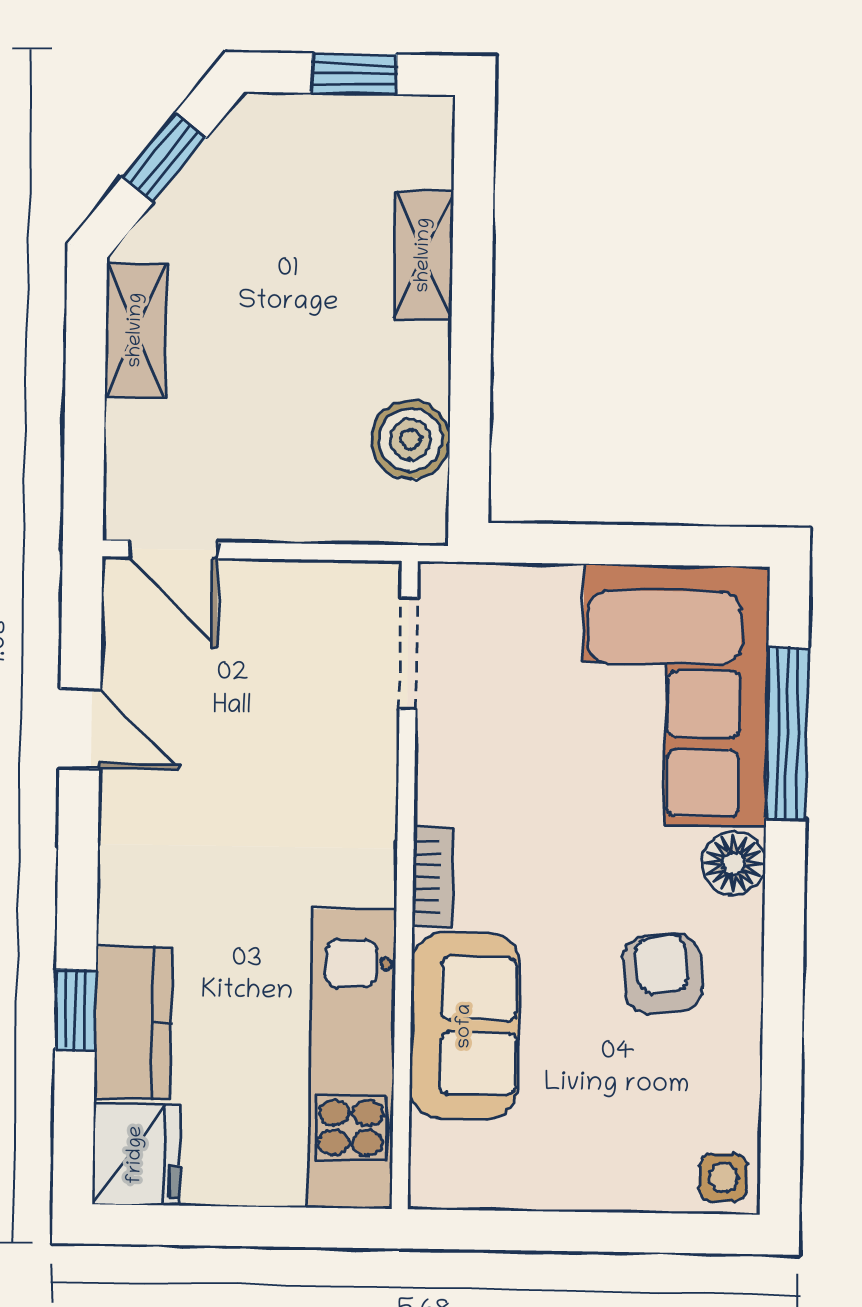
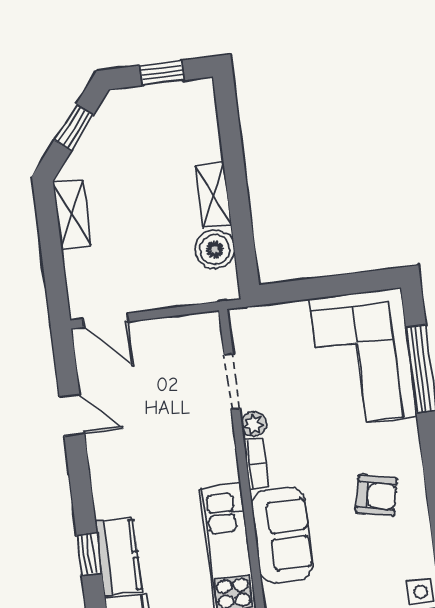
shelving: (424, 255) -> (213, 195), moved
doorway: (408, 654) -> (232, 382), moved
plant: (439, 797) -> (254, 424), added
floor lamp: (734, 863) -> (404, 436), removed
armchair: (663, 974) -> (376, 496), turned 108

